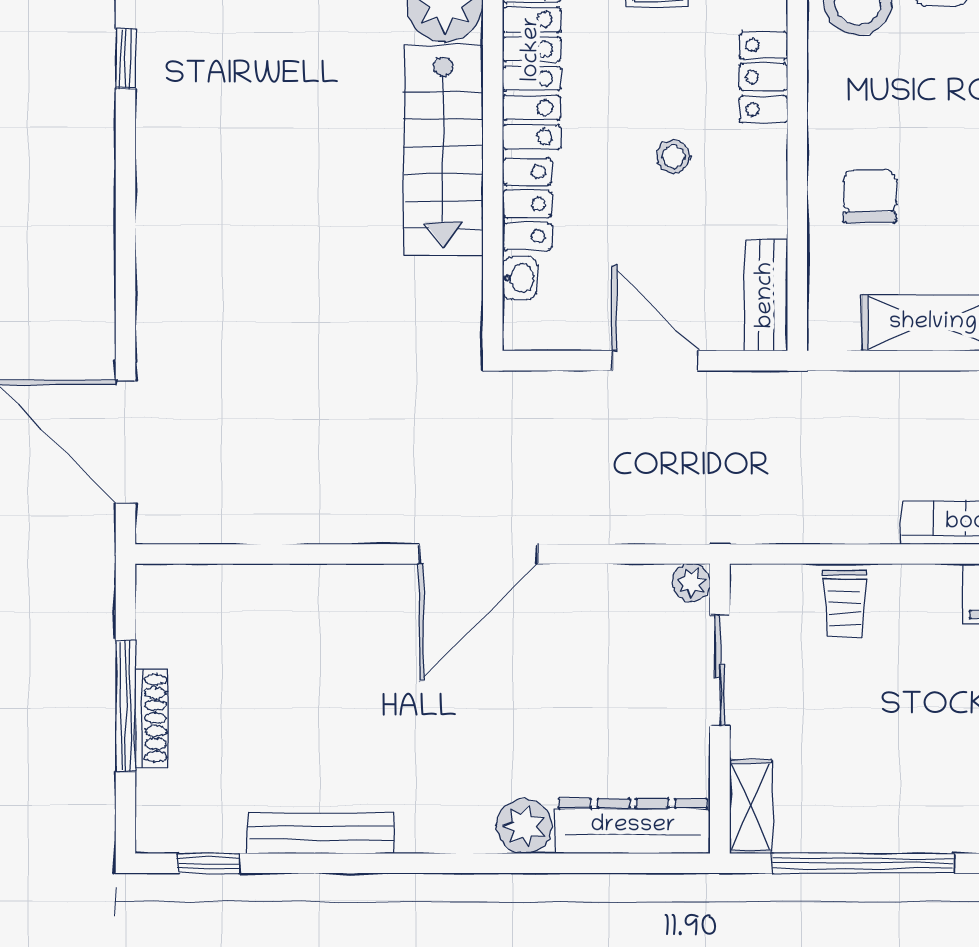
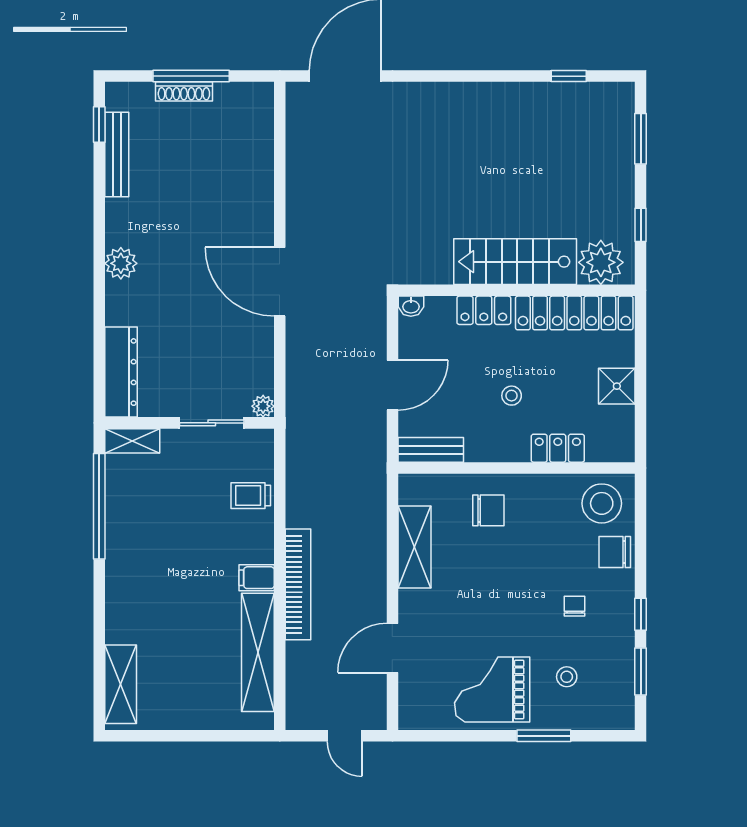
washbasin: (520, 278) -> (411, 306), moved
plant: (524, 826) -> (121, 263), moved
bench: (321, 833) -> (117, 154), moved

